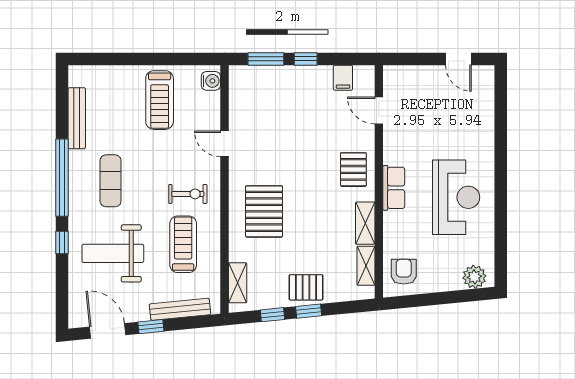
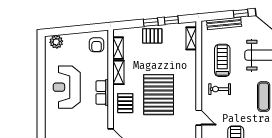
pallet: (264, 211) -> (159, 95), moved, width x1.37, depth x1.41
treadmill: (183, 244) -> (222, 60), turned 180

